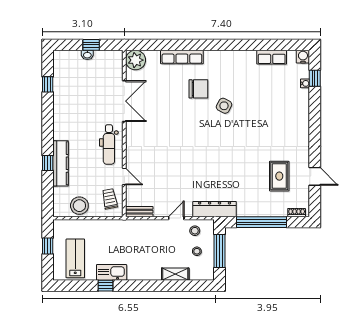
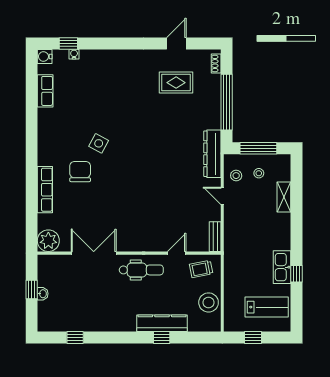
lab bench: (75, 258) -> (267, 307), turned 180

